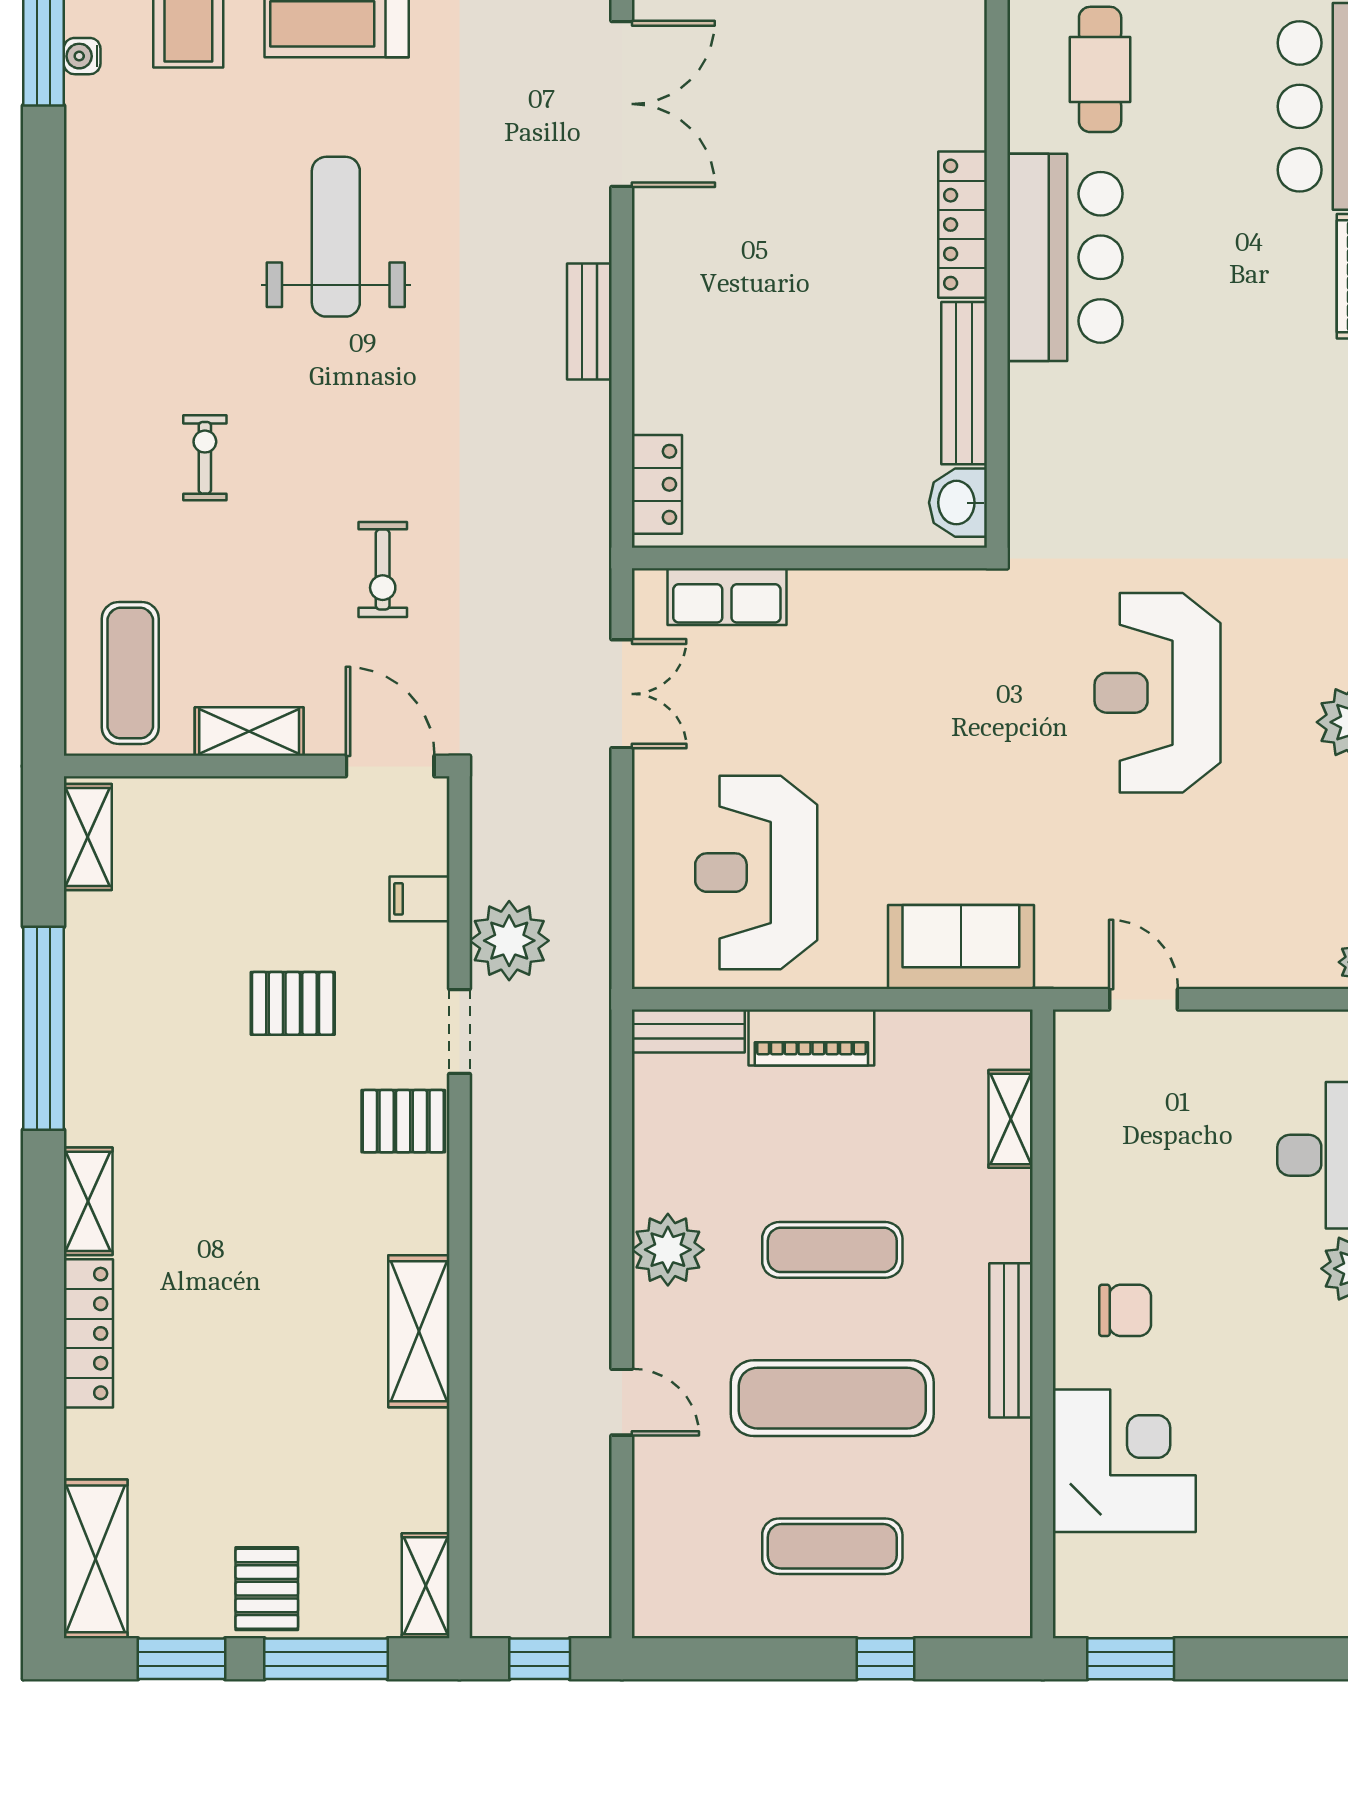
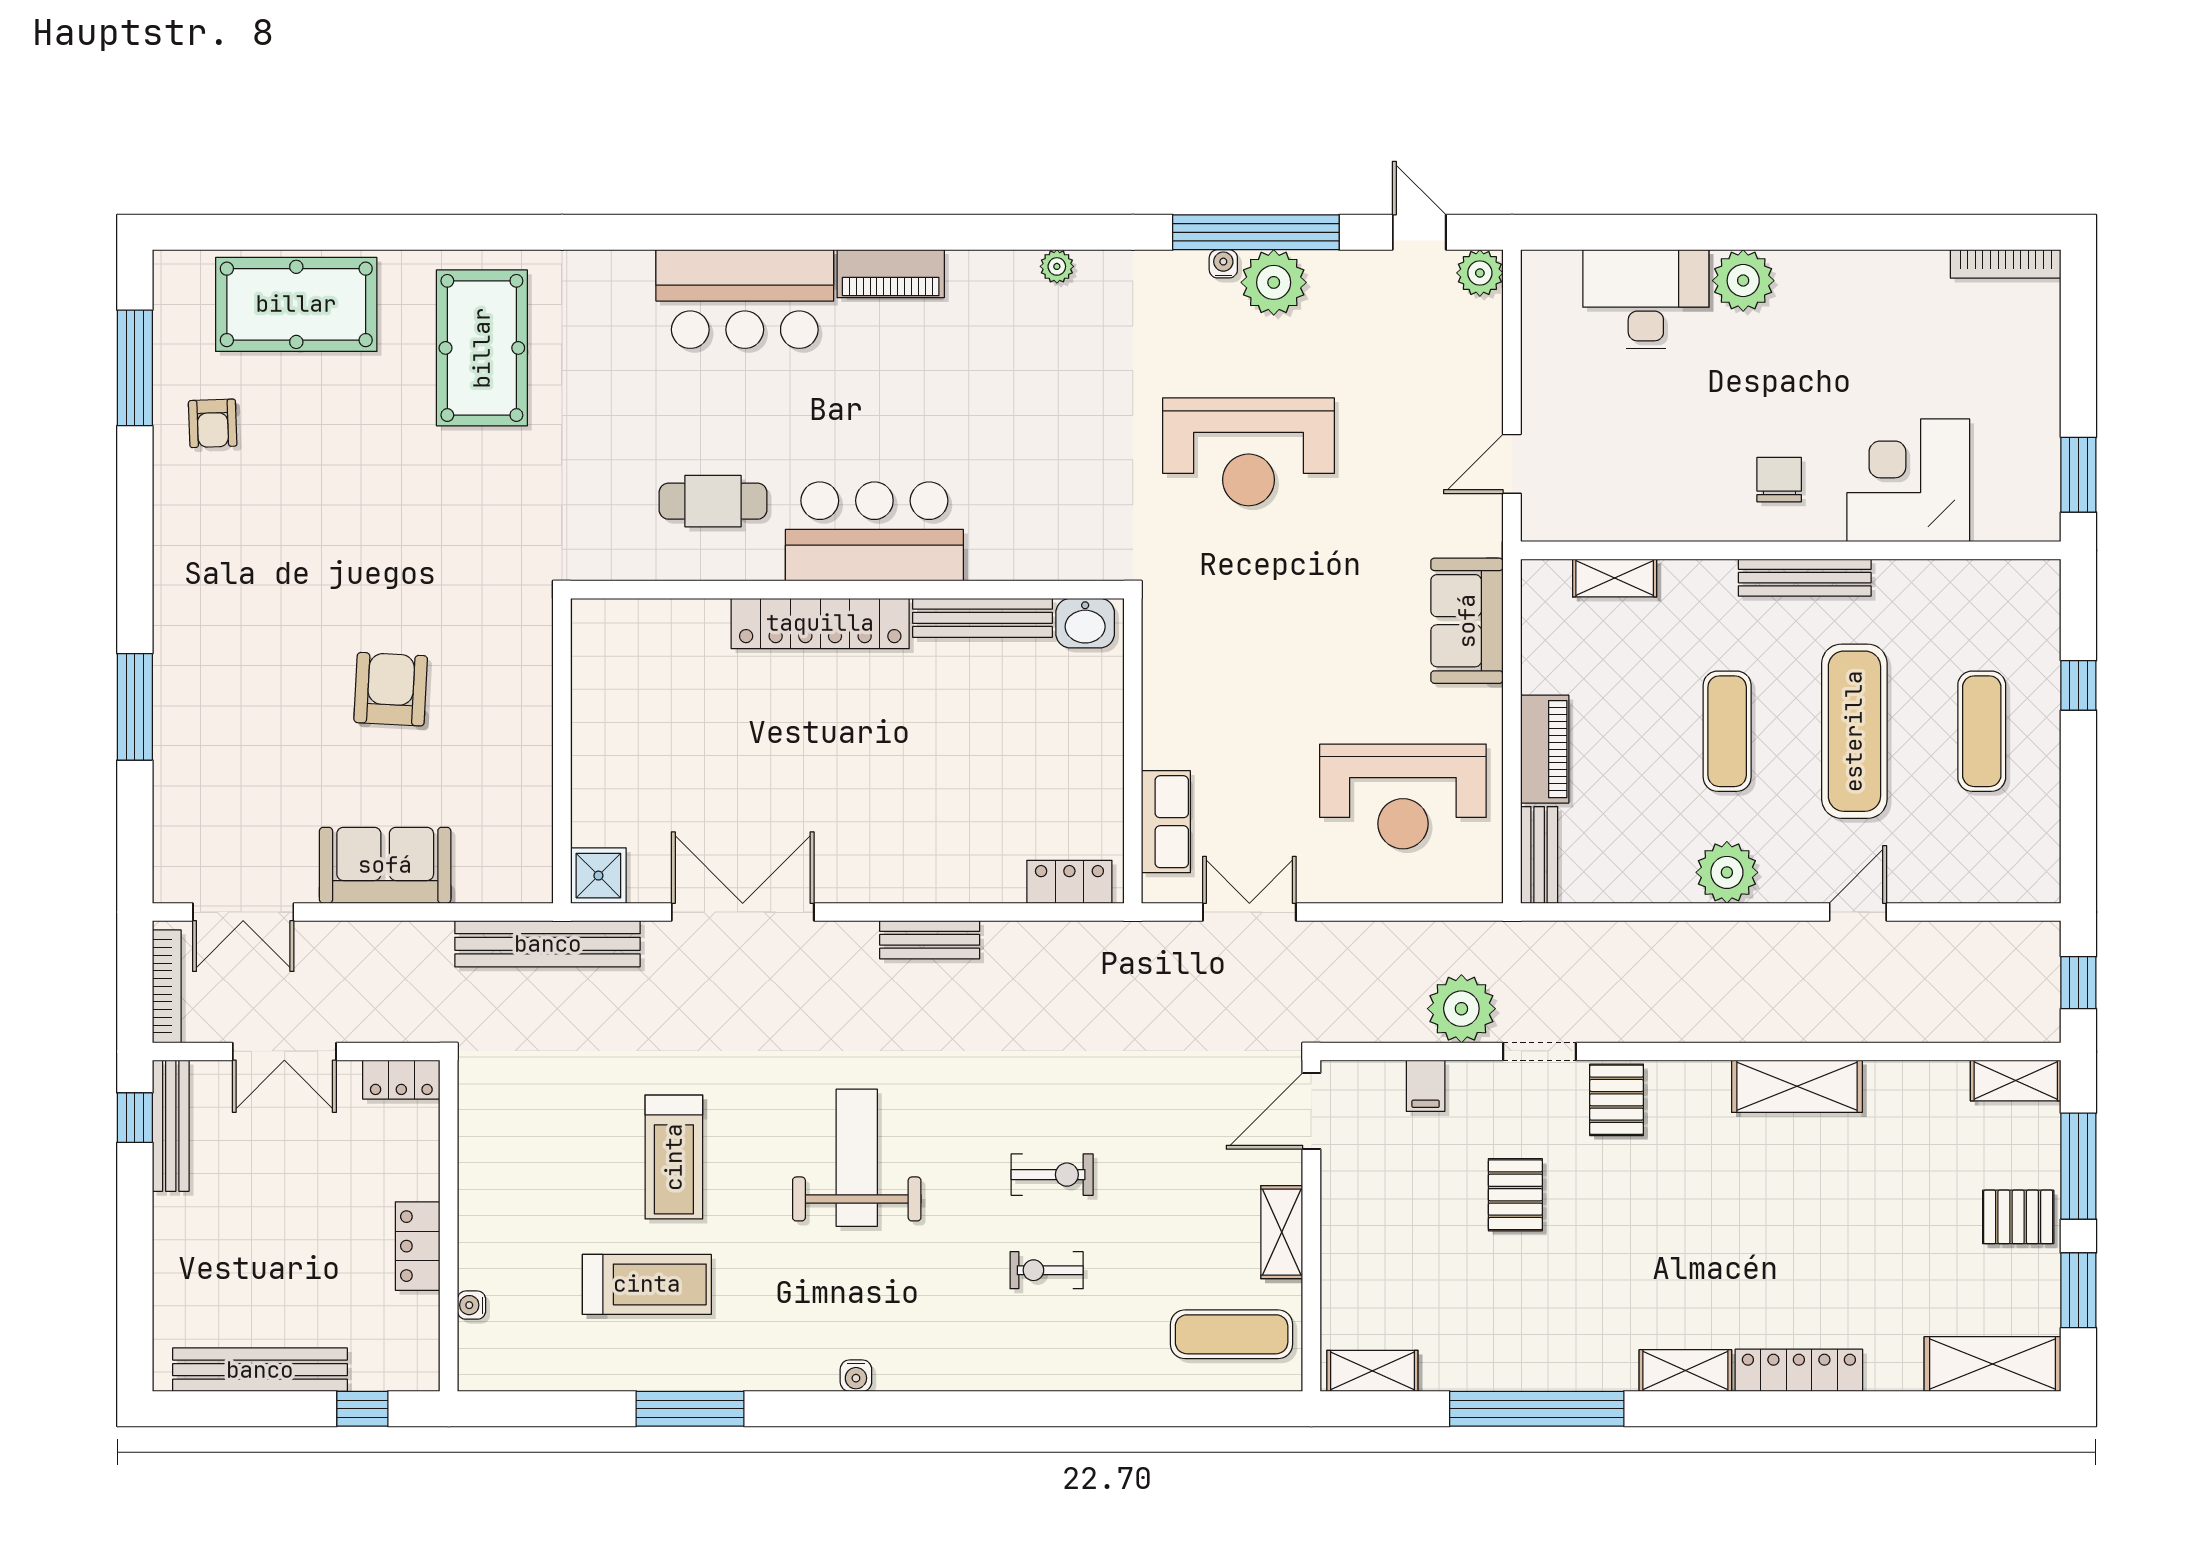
water cooler: (82, 56) -> (856, 1376), moved
locker: (963, 225) -> (820, 623), width x1.41, depth x1.21
weight bench: (336, 237) -> (857, 1158), turned 90
exercise bike: (383, 569) -> (1052, 1175), moved

